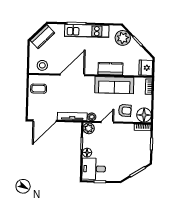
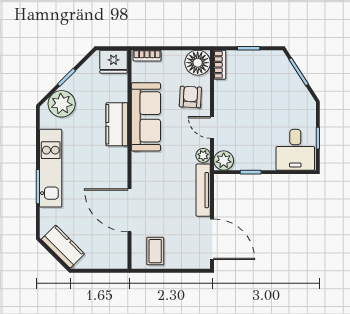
stool: (42, 65) -> (114, 245), removed
door: (72, 75) -> (129, 210), moved
floor lamp: (87, 153) -> (267, 162), removed

